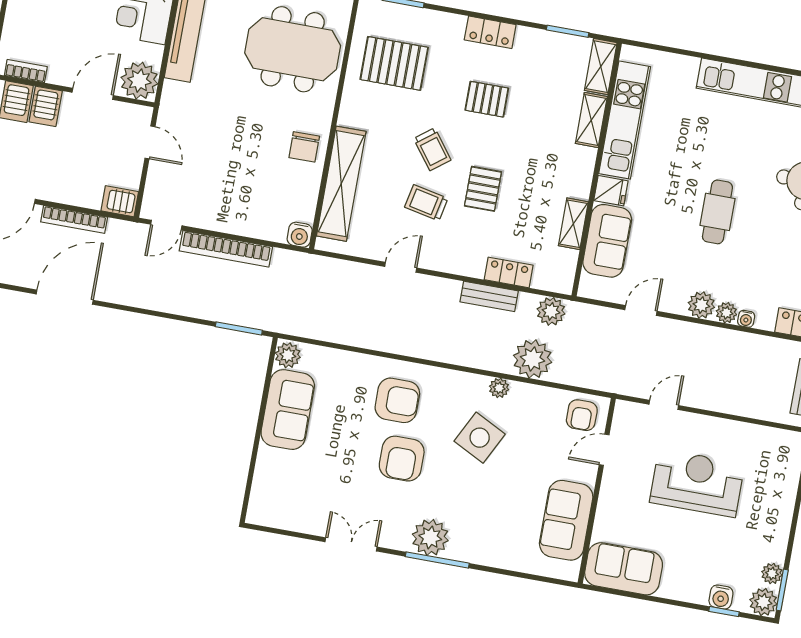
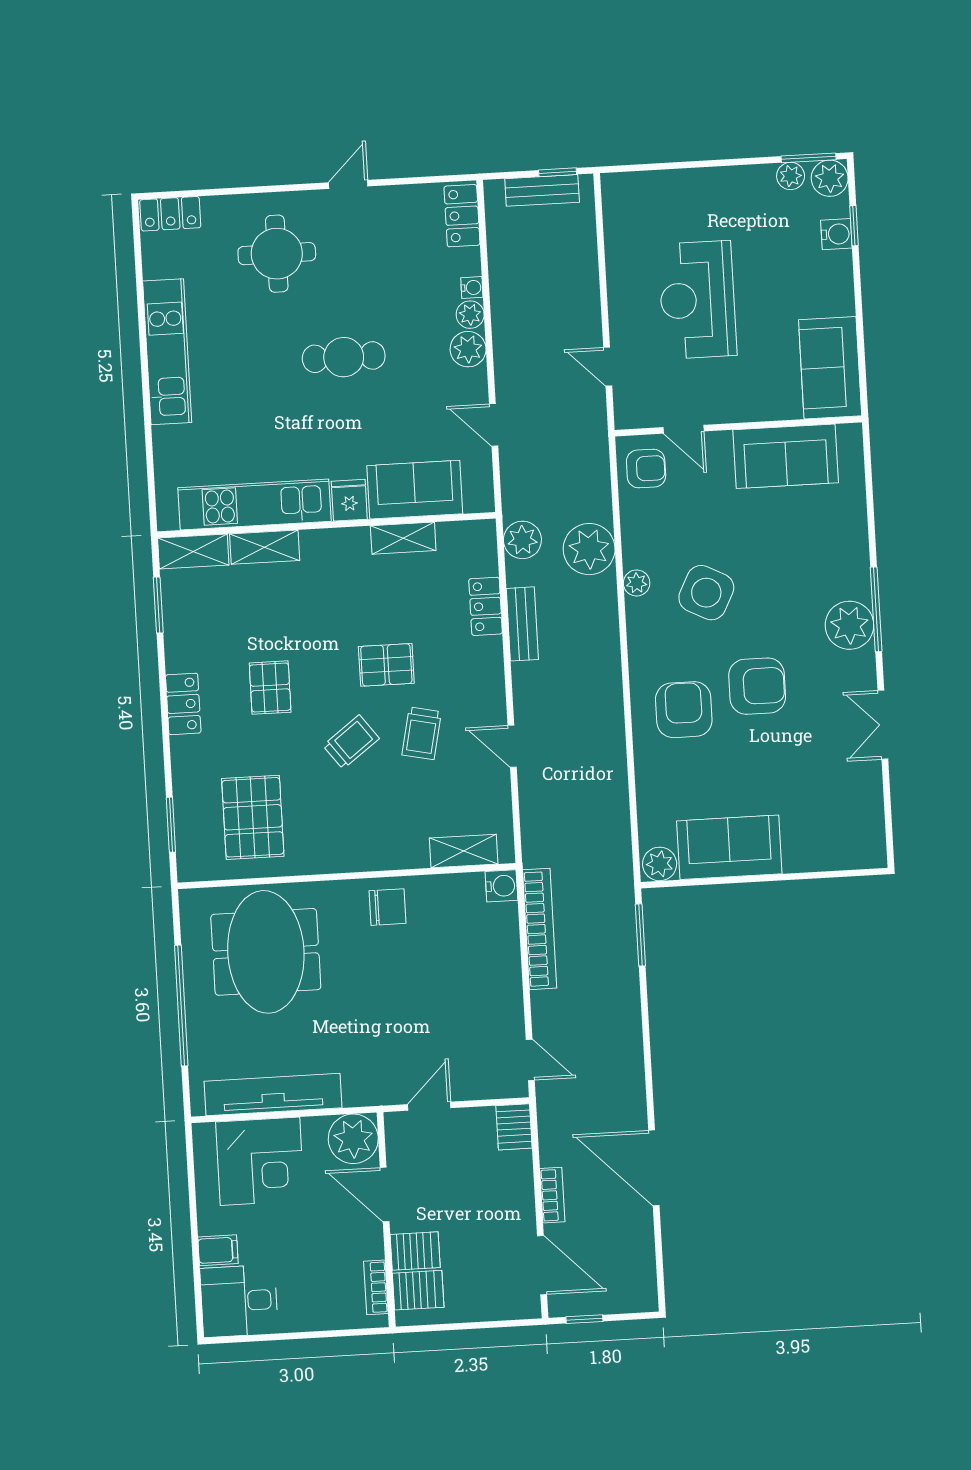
shelving: (341, 184) -> (464, 851), width x0.45, depth x0.75
bookcase: (74, 219) -> (552, 1195), width x0.64
bookcase: (226, 249) -> (540, 929), moved

